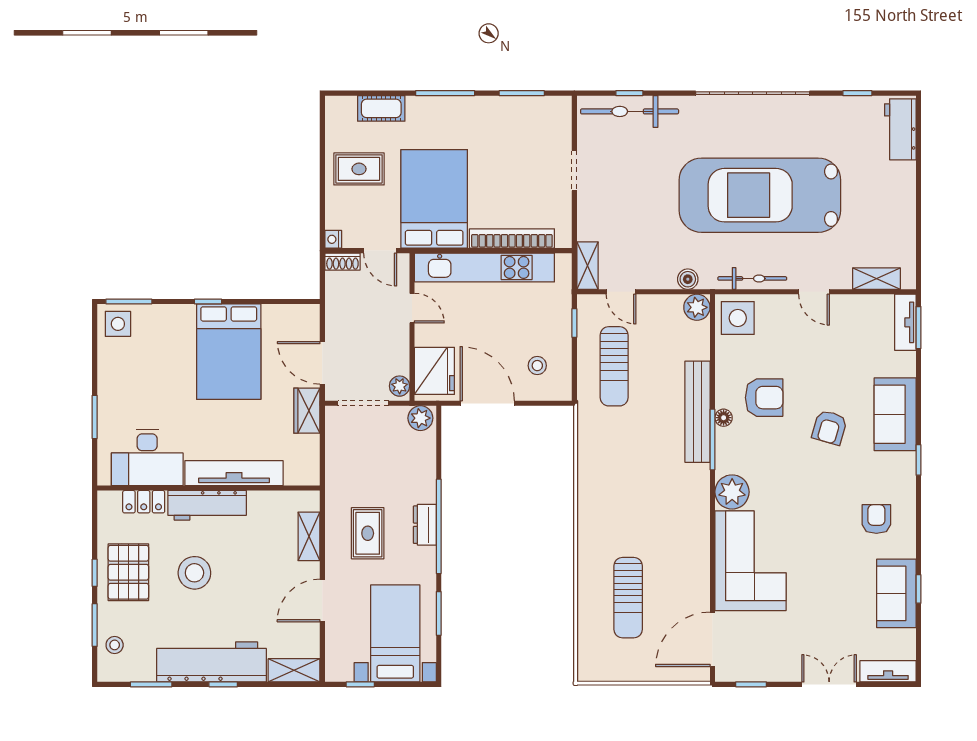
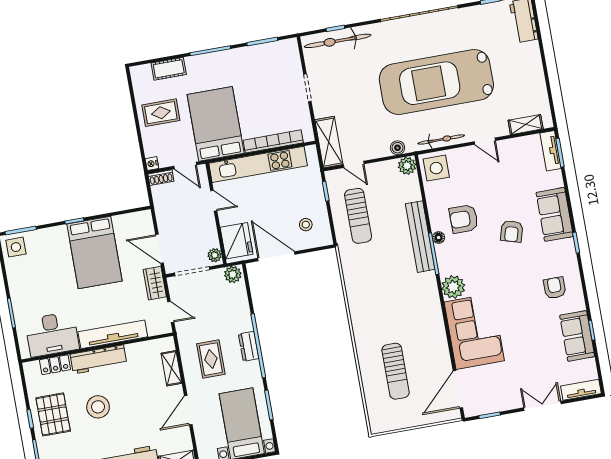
shelving: (588, 266) -> (329, 142), width x1.50, depth x1.33
armchair: (764, 398) -> (464, 219), turned 180
door: (322, 456) -> (171, 312), added

